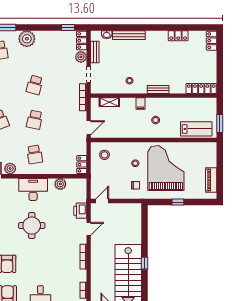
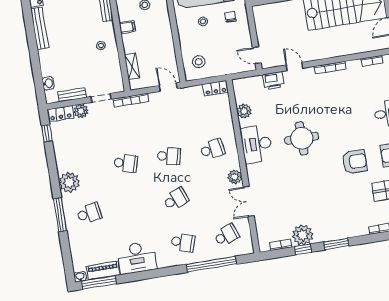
bench: (129, 35) -> (40, 28), moved

